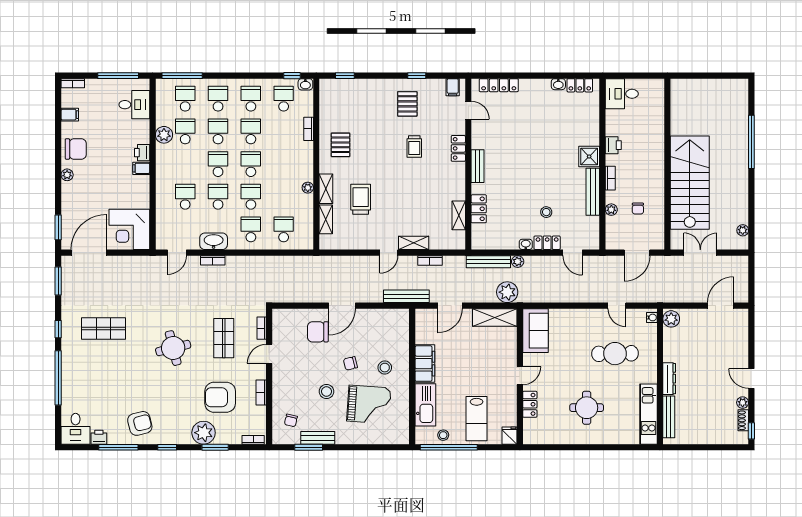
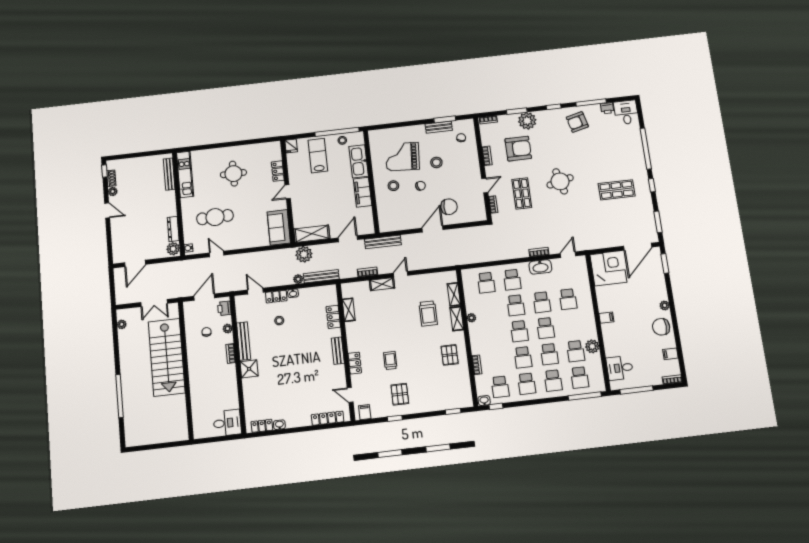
printer: (613, 145) -> (224, 308), moved
printer: (142, 153) -> (608, 330), removed
dresser: (669, 379) -> (173, 229), moved

